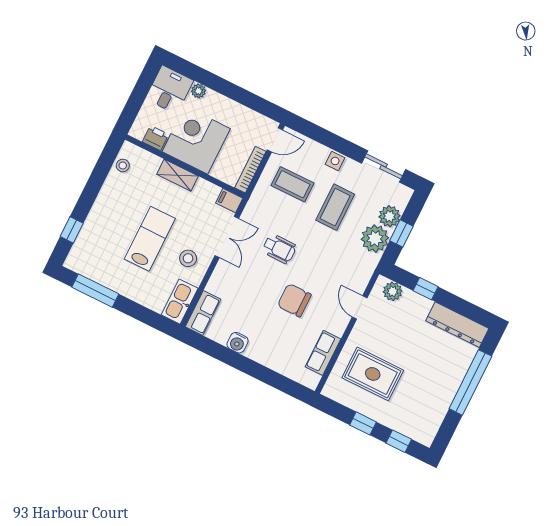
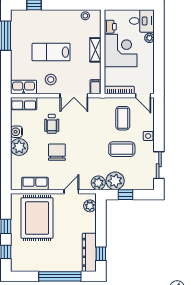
plant: (390, 216) -> (98, 183), moved
lab bench: (150, 239) -> (51, 52), turned 180
wheelchair: (279, 249) -> (52, 124), moved
window: (426, 289) -> (101, 254), moved
plant: (261, 350) -> (19, 147), added
rug: (373, 374) -> (37, 218), width x1.37, depth x1.44

